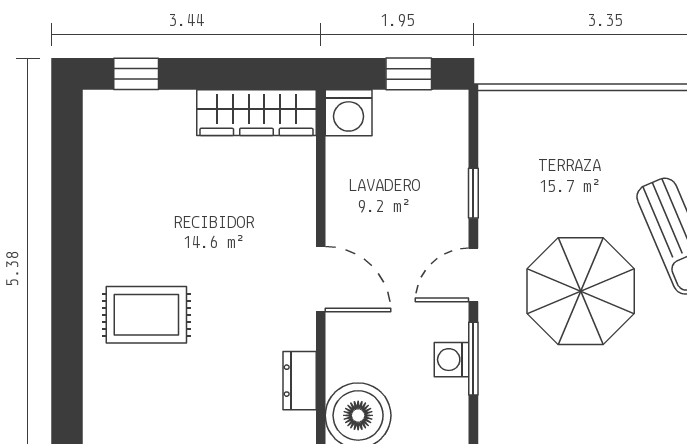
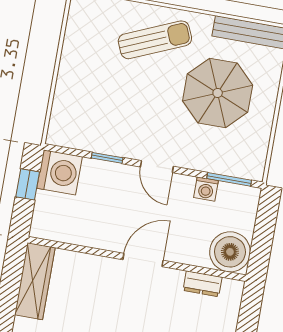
washing machine: (349, 113) -> (60, 172), moved, width x1.37, depth x1.37
parasol: (581, 291) -> (218, 93), moved
window: (473, 359) -> (229, 179), moved

